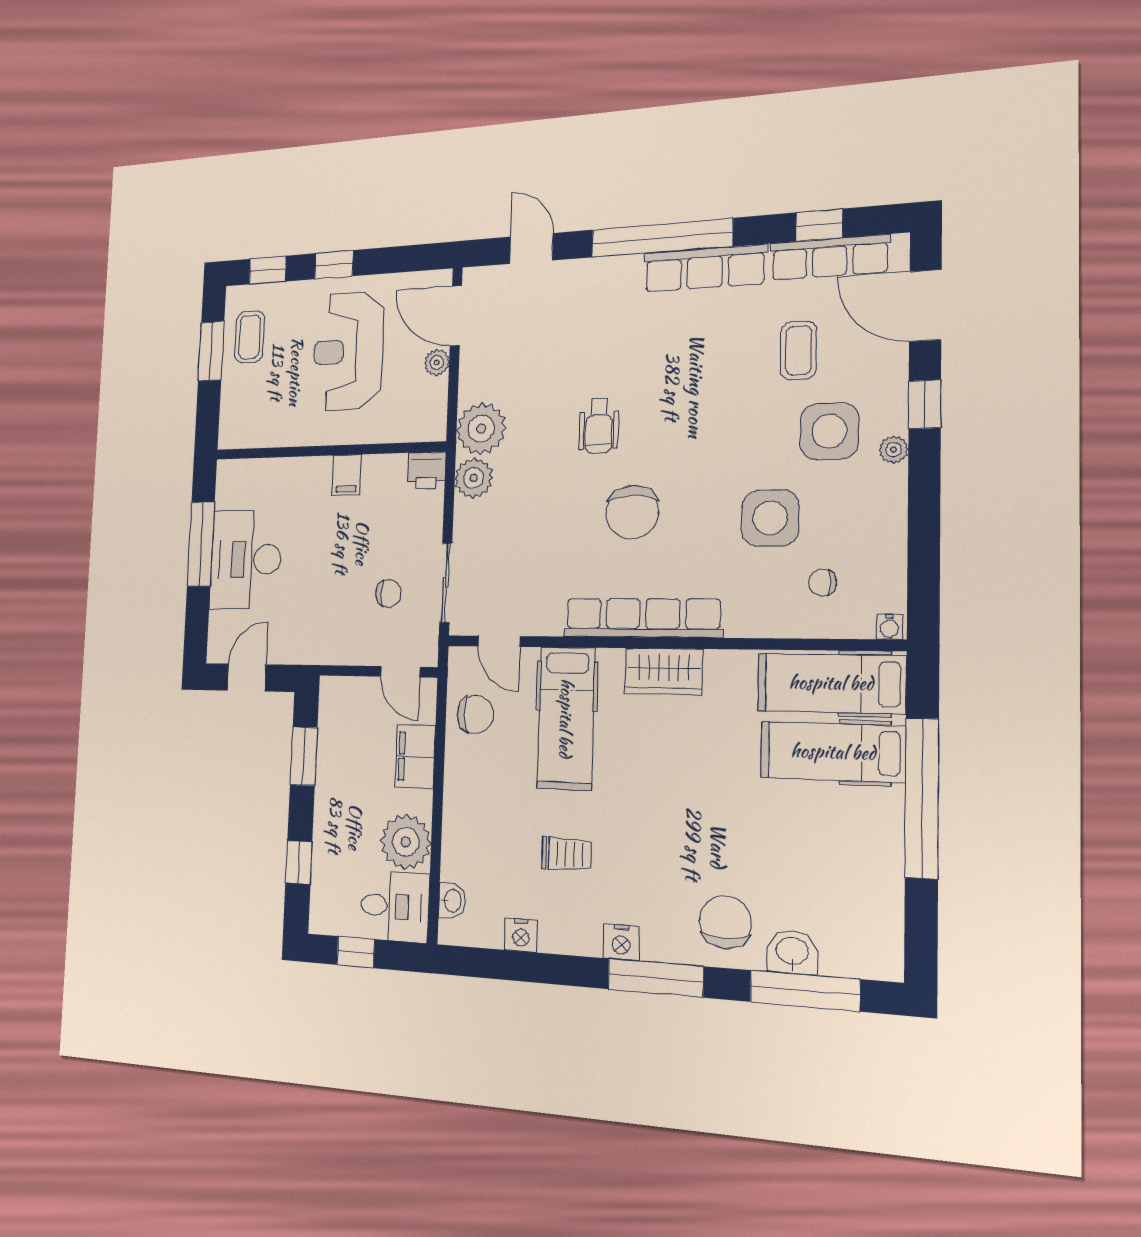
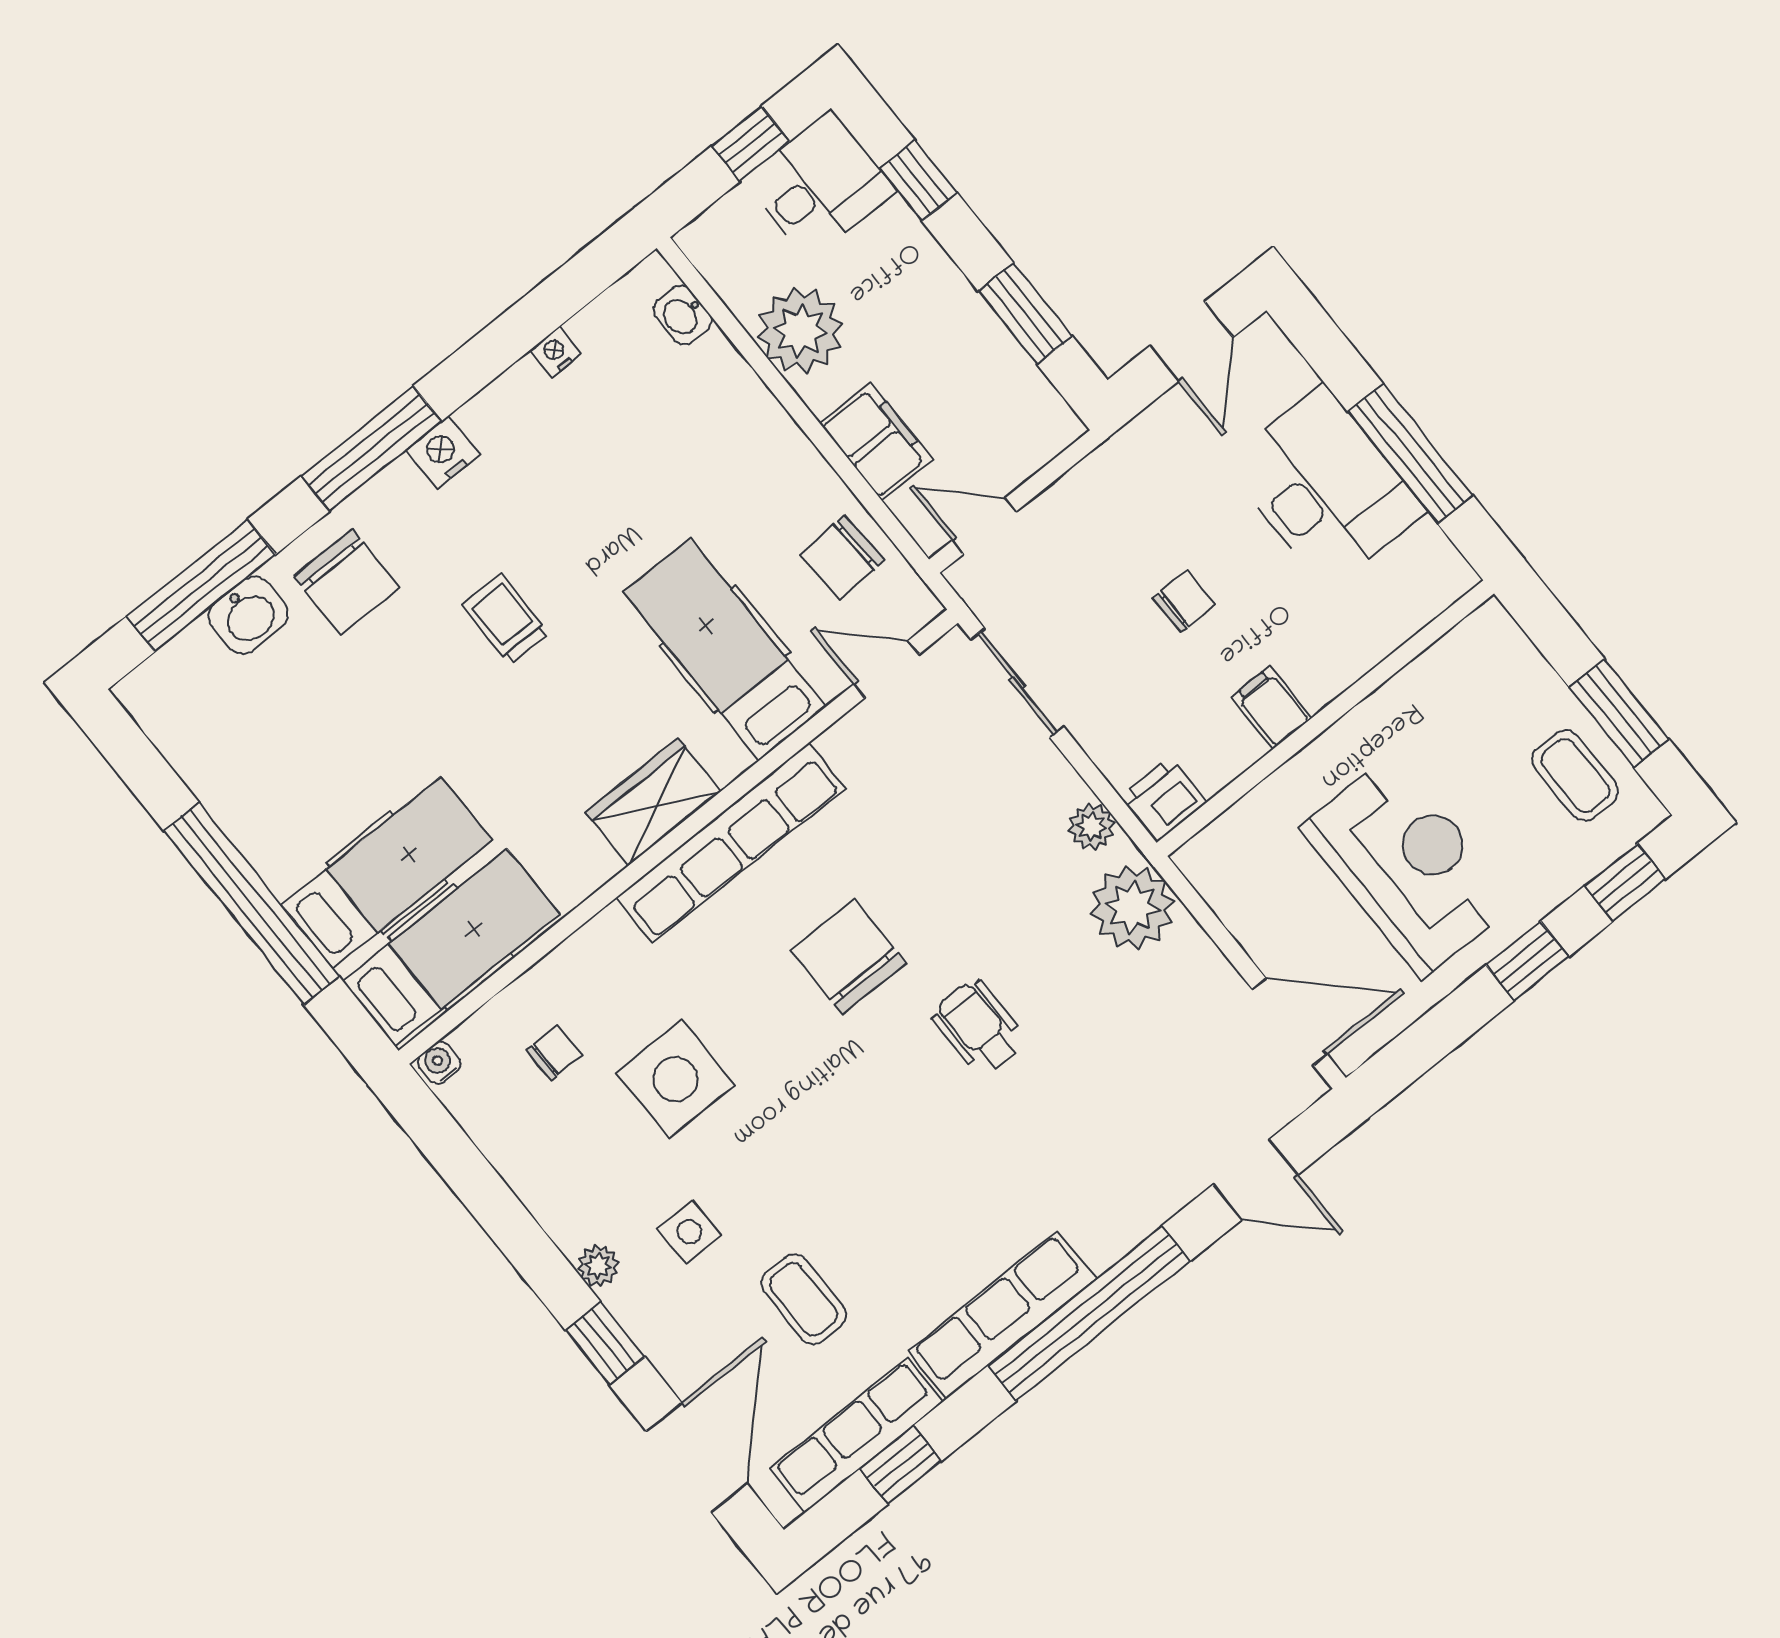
door: (925, 306) -> (697, 1457), hinge flipped
plant: (437, 363) -> (1266, 944), removed
side table: (829, 431) -> (689, 1232), width x0.54, depth x0.54
plant: (474, 478) -> (1092, 827), width x0.73, depth x0.73
chair: (388, 593) -> (1184, 601), moved, turned 180
trolley: (566, 854) -> (505, 619), moved, turned 90
desk: (395, 906) -> (820, 185), moved, turned 180
nightstand: (521, 935) -> (556, 352), width x0.72, depth x0.74

